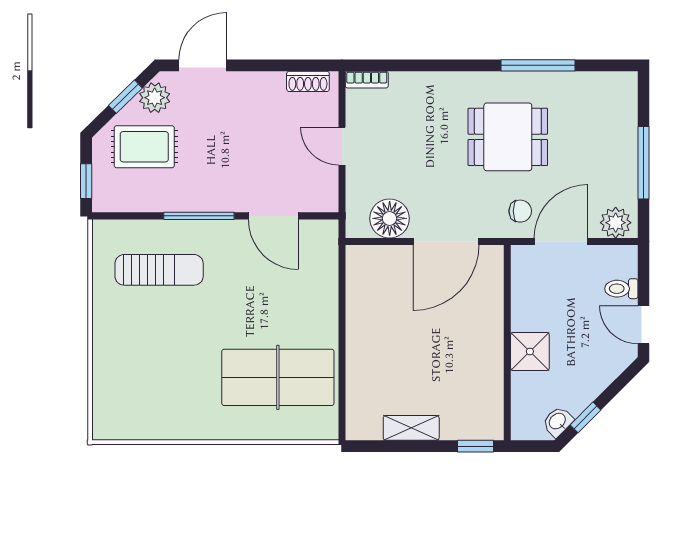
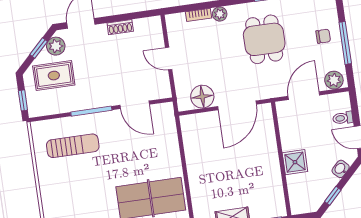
bookcase: (367, 80) -> (199, 15), moved
shoe rack: (308, 81) -> (120, 27), moved
plant: (439, 83) -> (220, 14), added
dining table: (508, 137) -> (264, 39), turned 90
chair: (520, 211) -> (323, 36), moved
washbasin: (558, 422) -> (341, 169), moved

